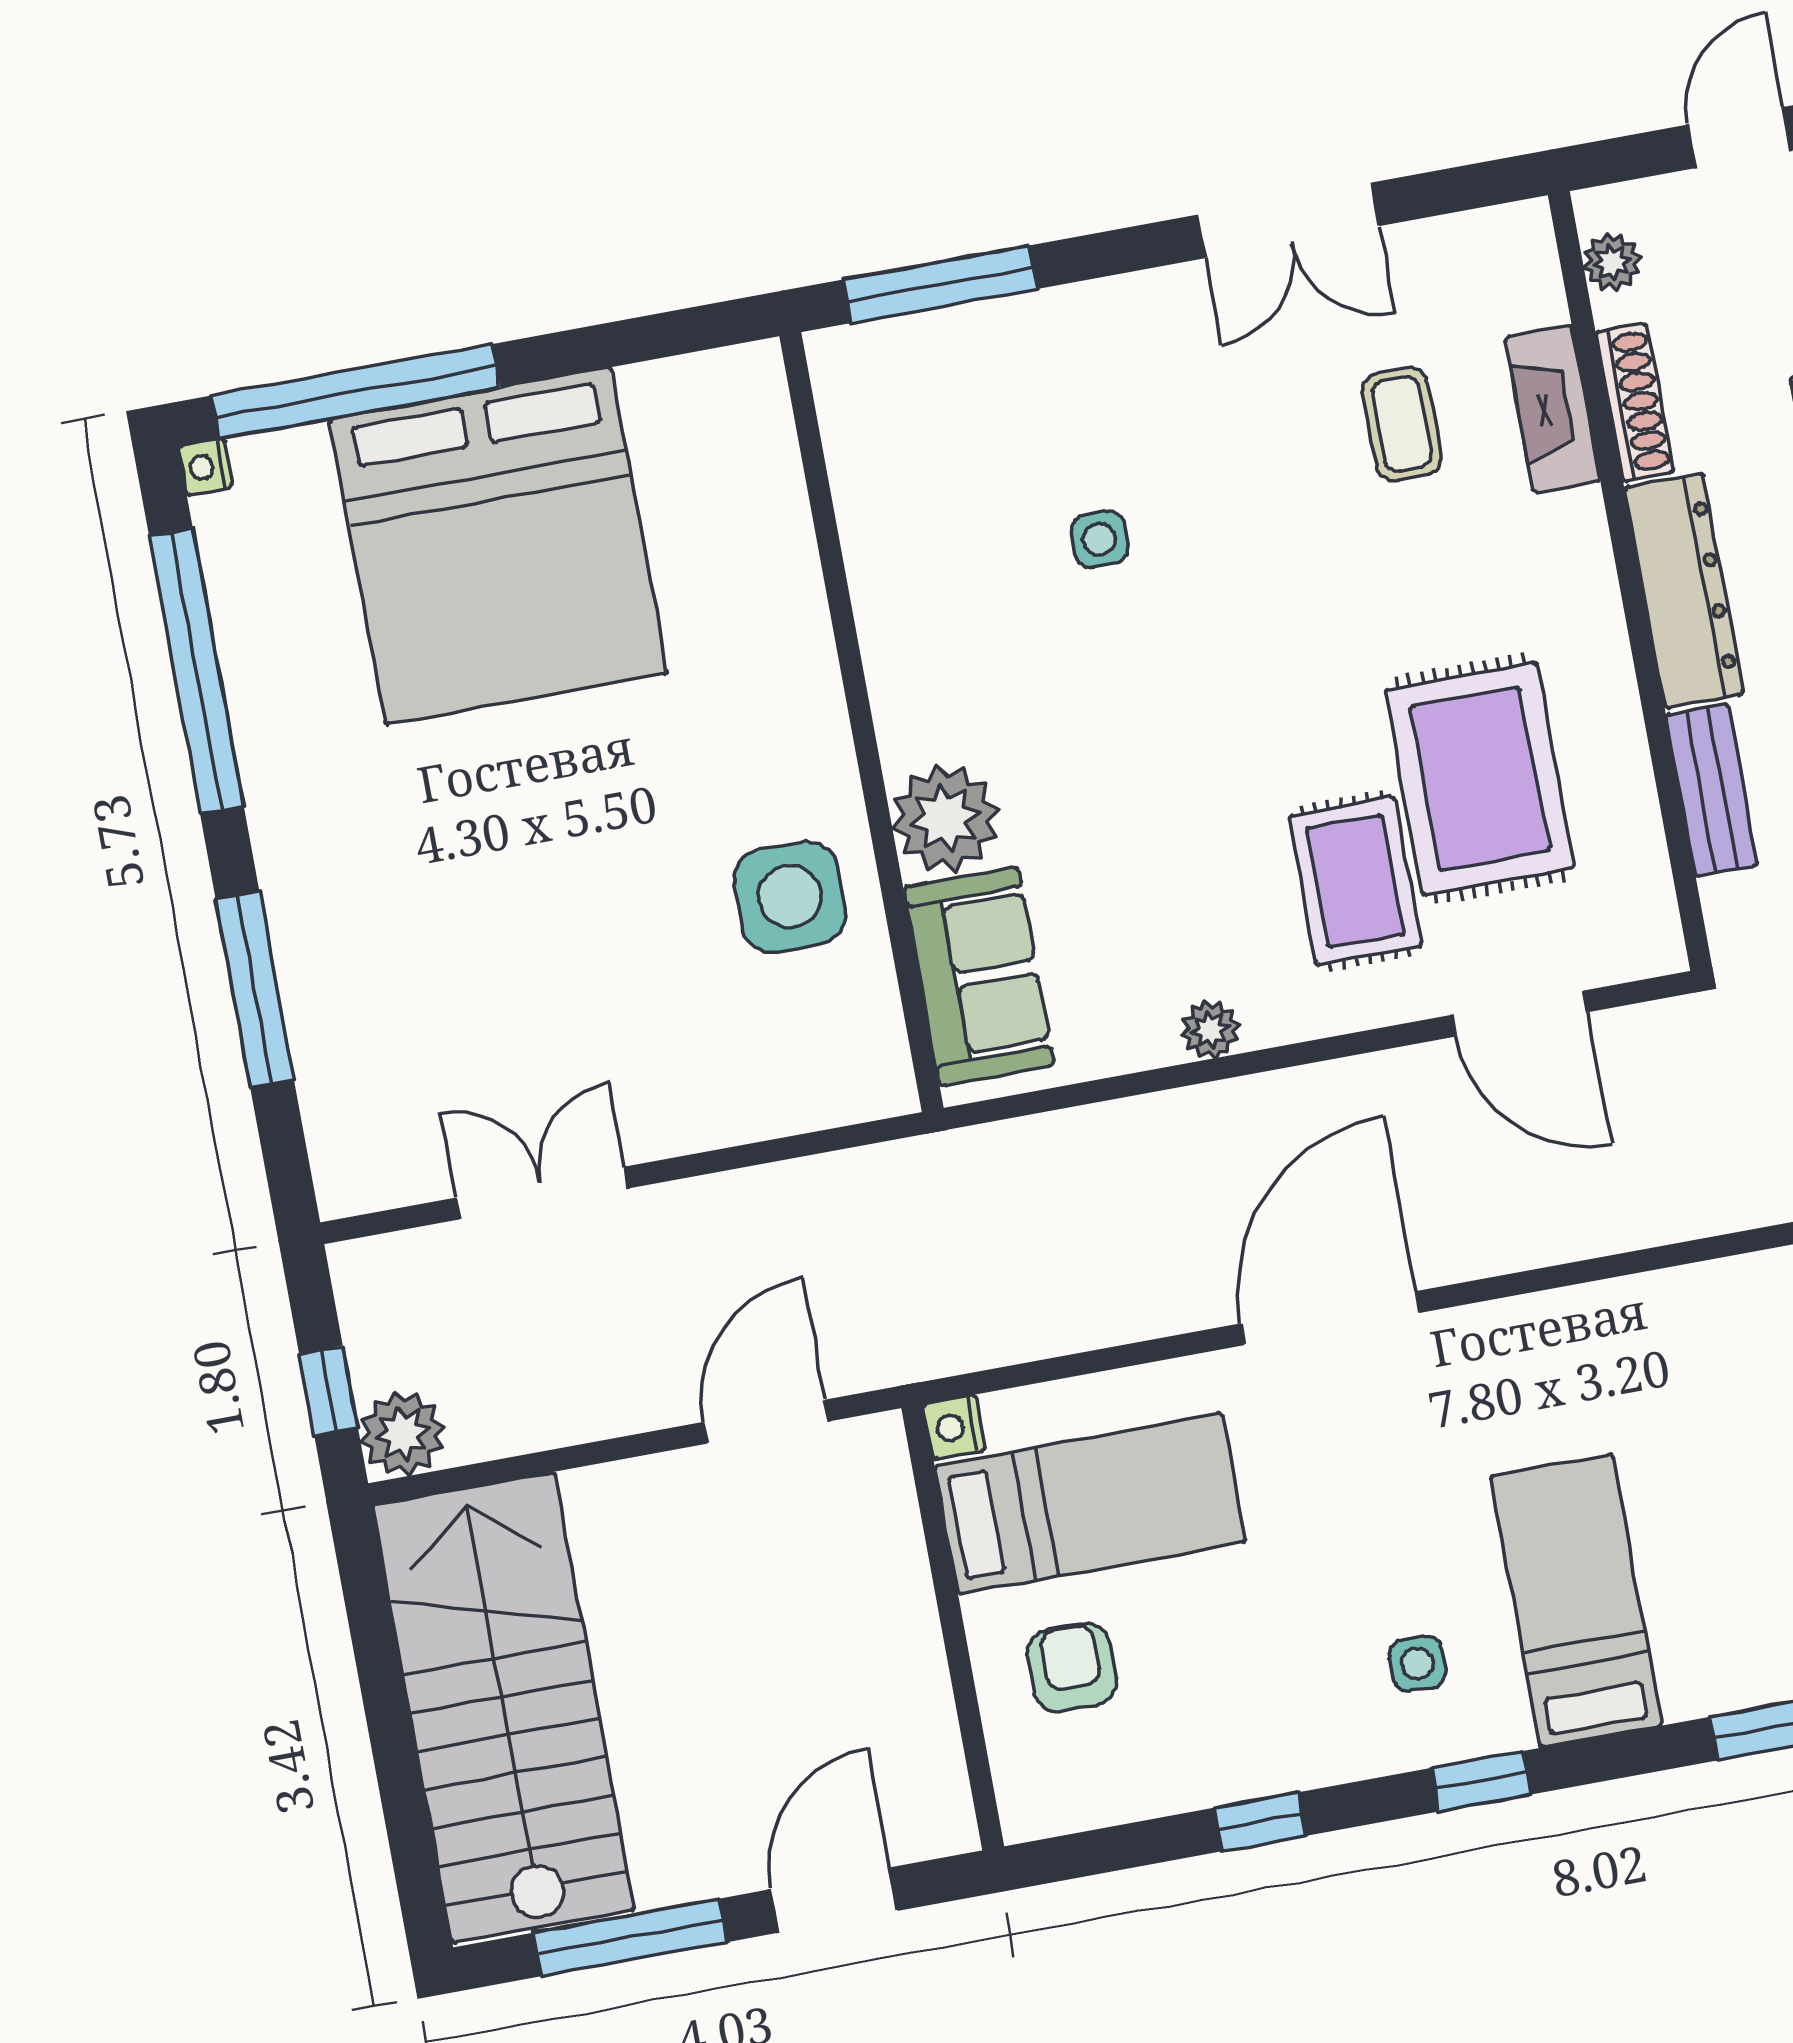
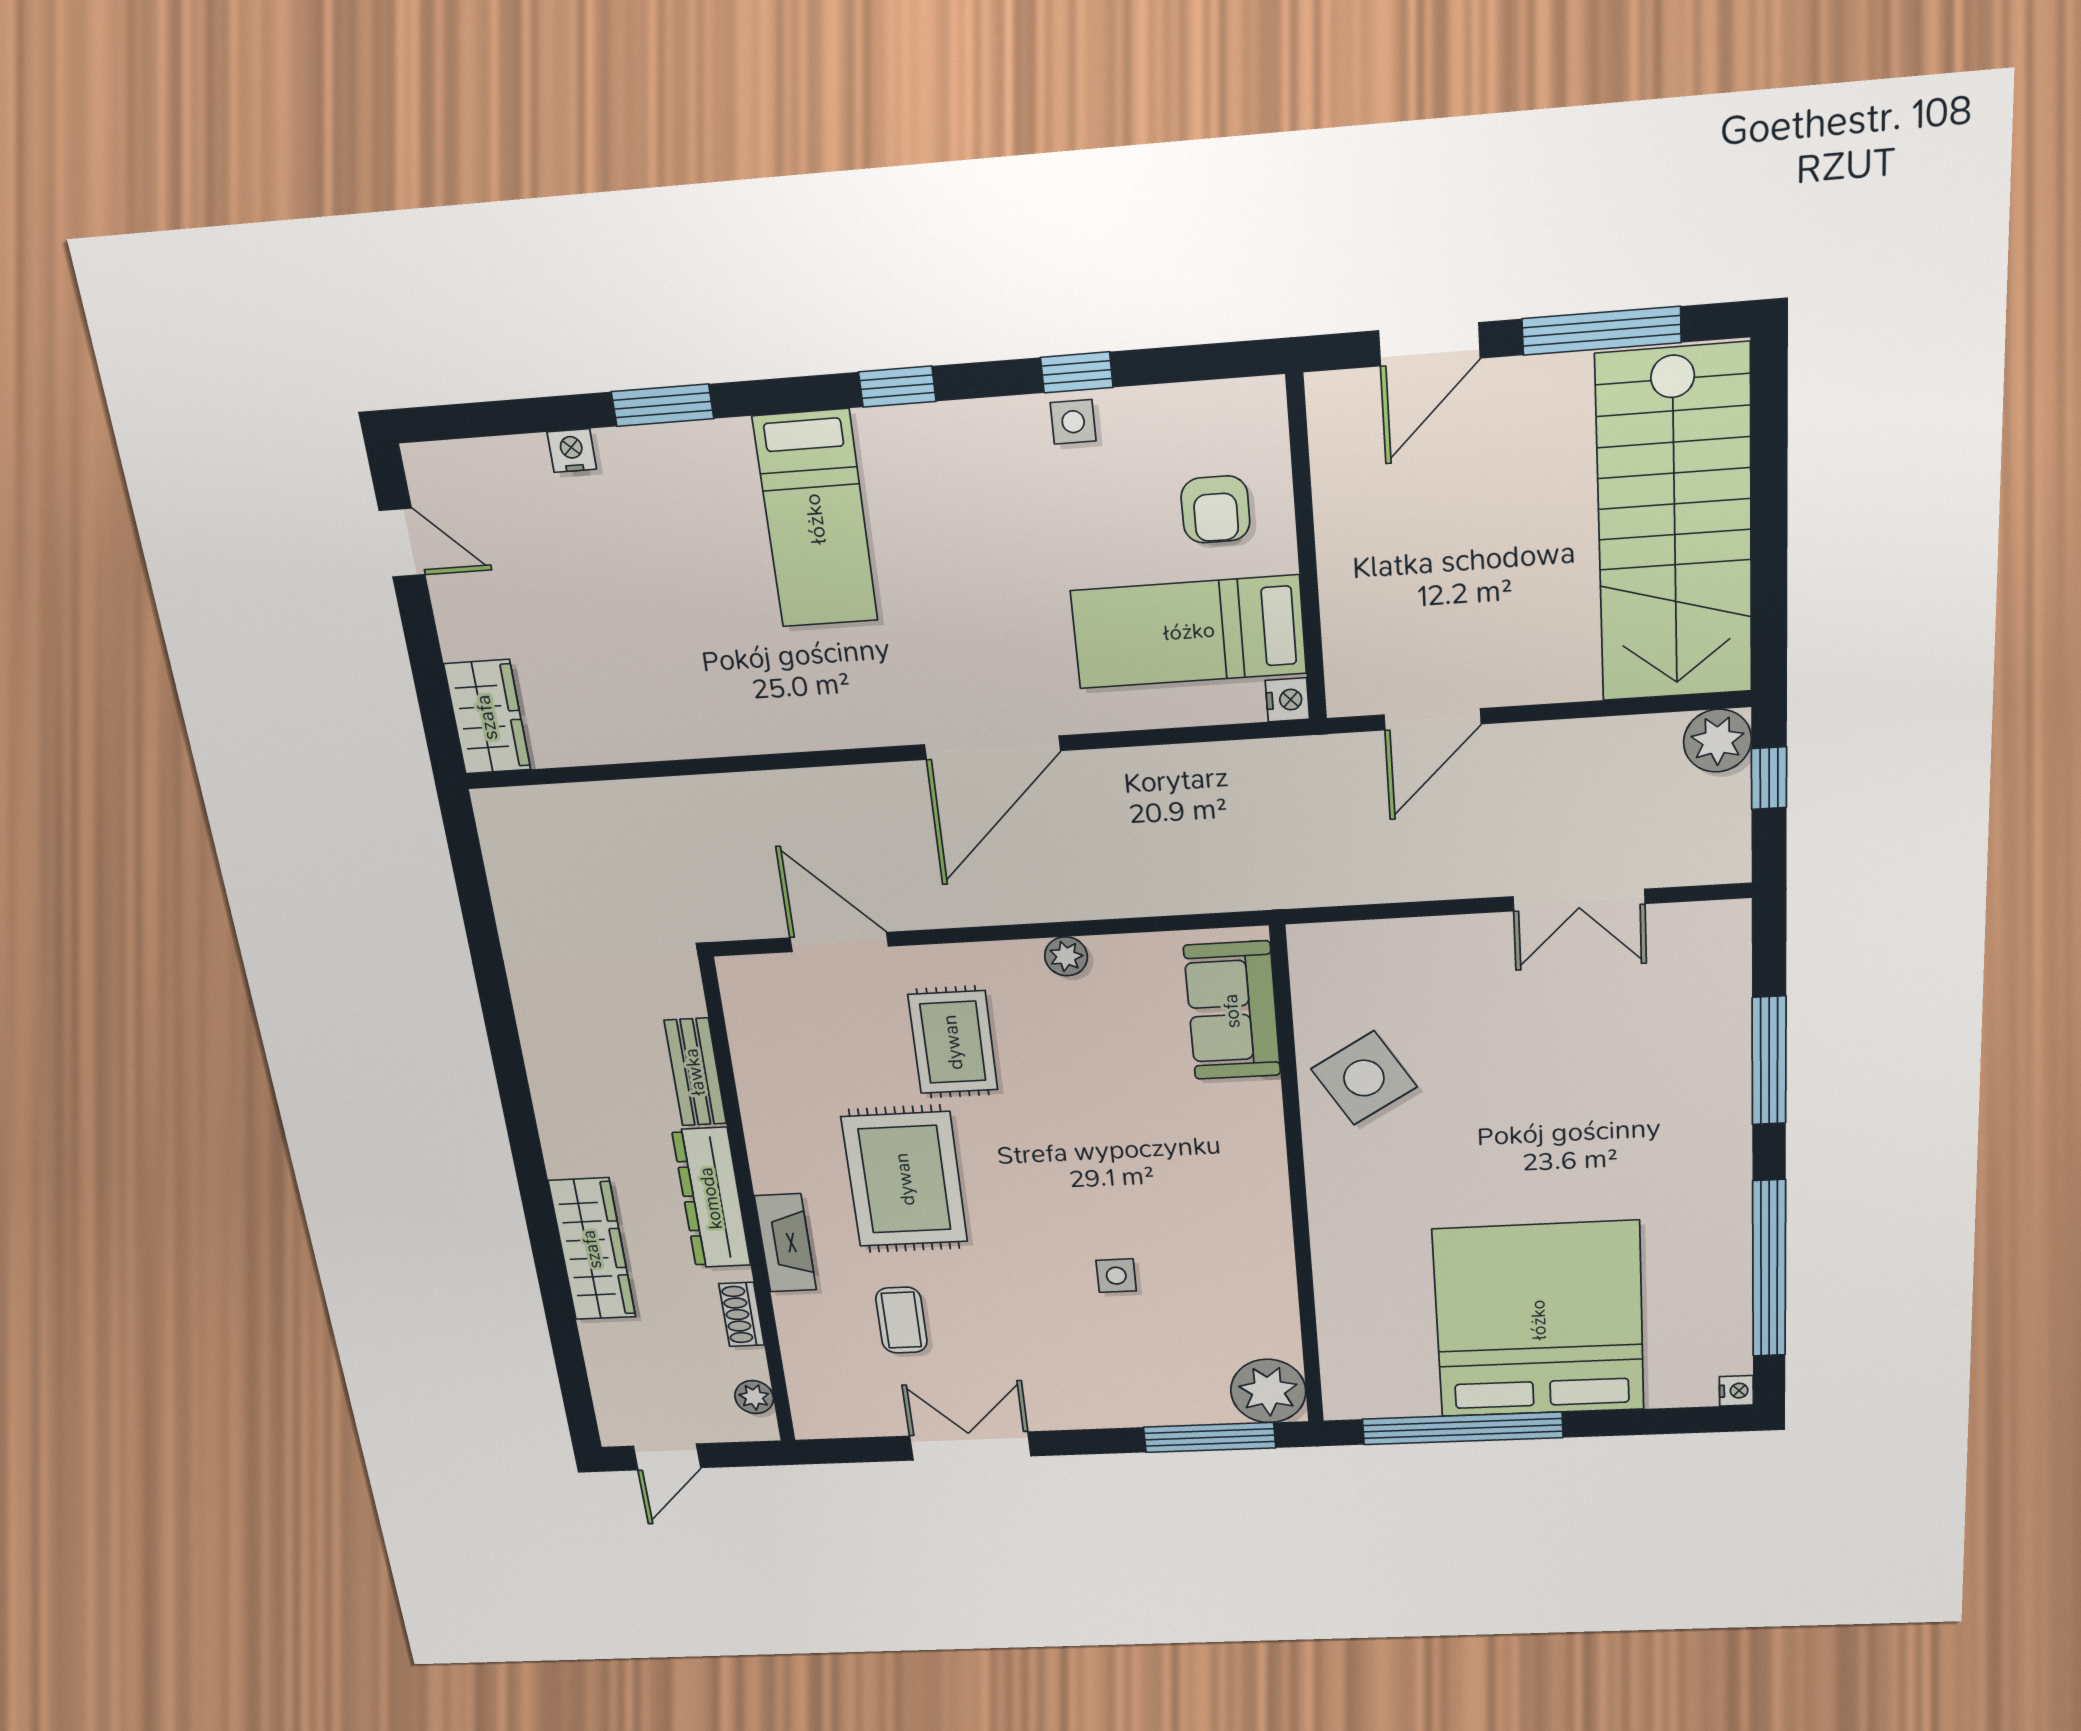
window: (355, 392) -> (1463, 1428), moved
shoe rack: (1635, 402) -> (742, 1314), width x0.70
fireplace: (1553, 409) -> (785, 1243), moved
rug: (1480, 779) -> (905, 1179), moved
plant: (945, 818) -> (1268, 1391), moved
side table: (790, 897) -> (1364, 1078), turned -31
side table: (1418, 1664) -> (1073, 422), moved

